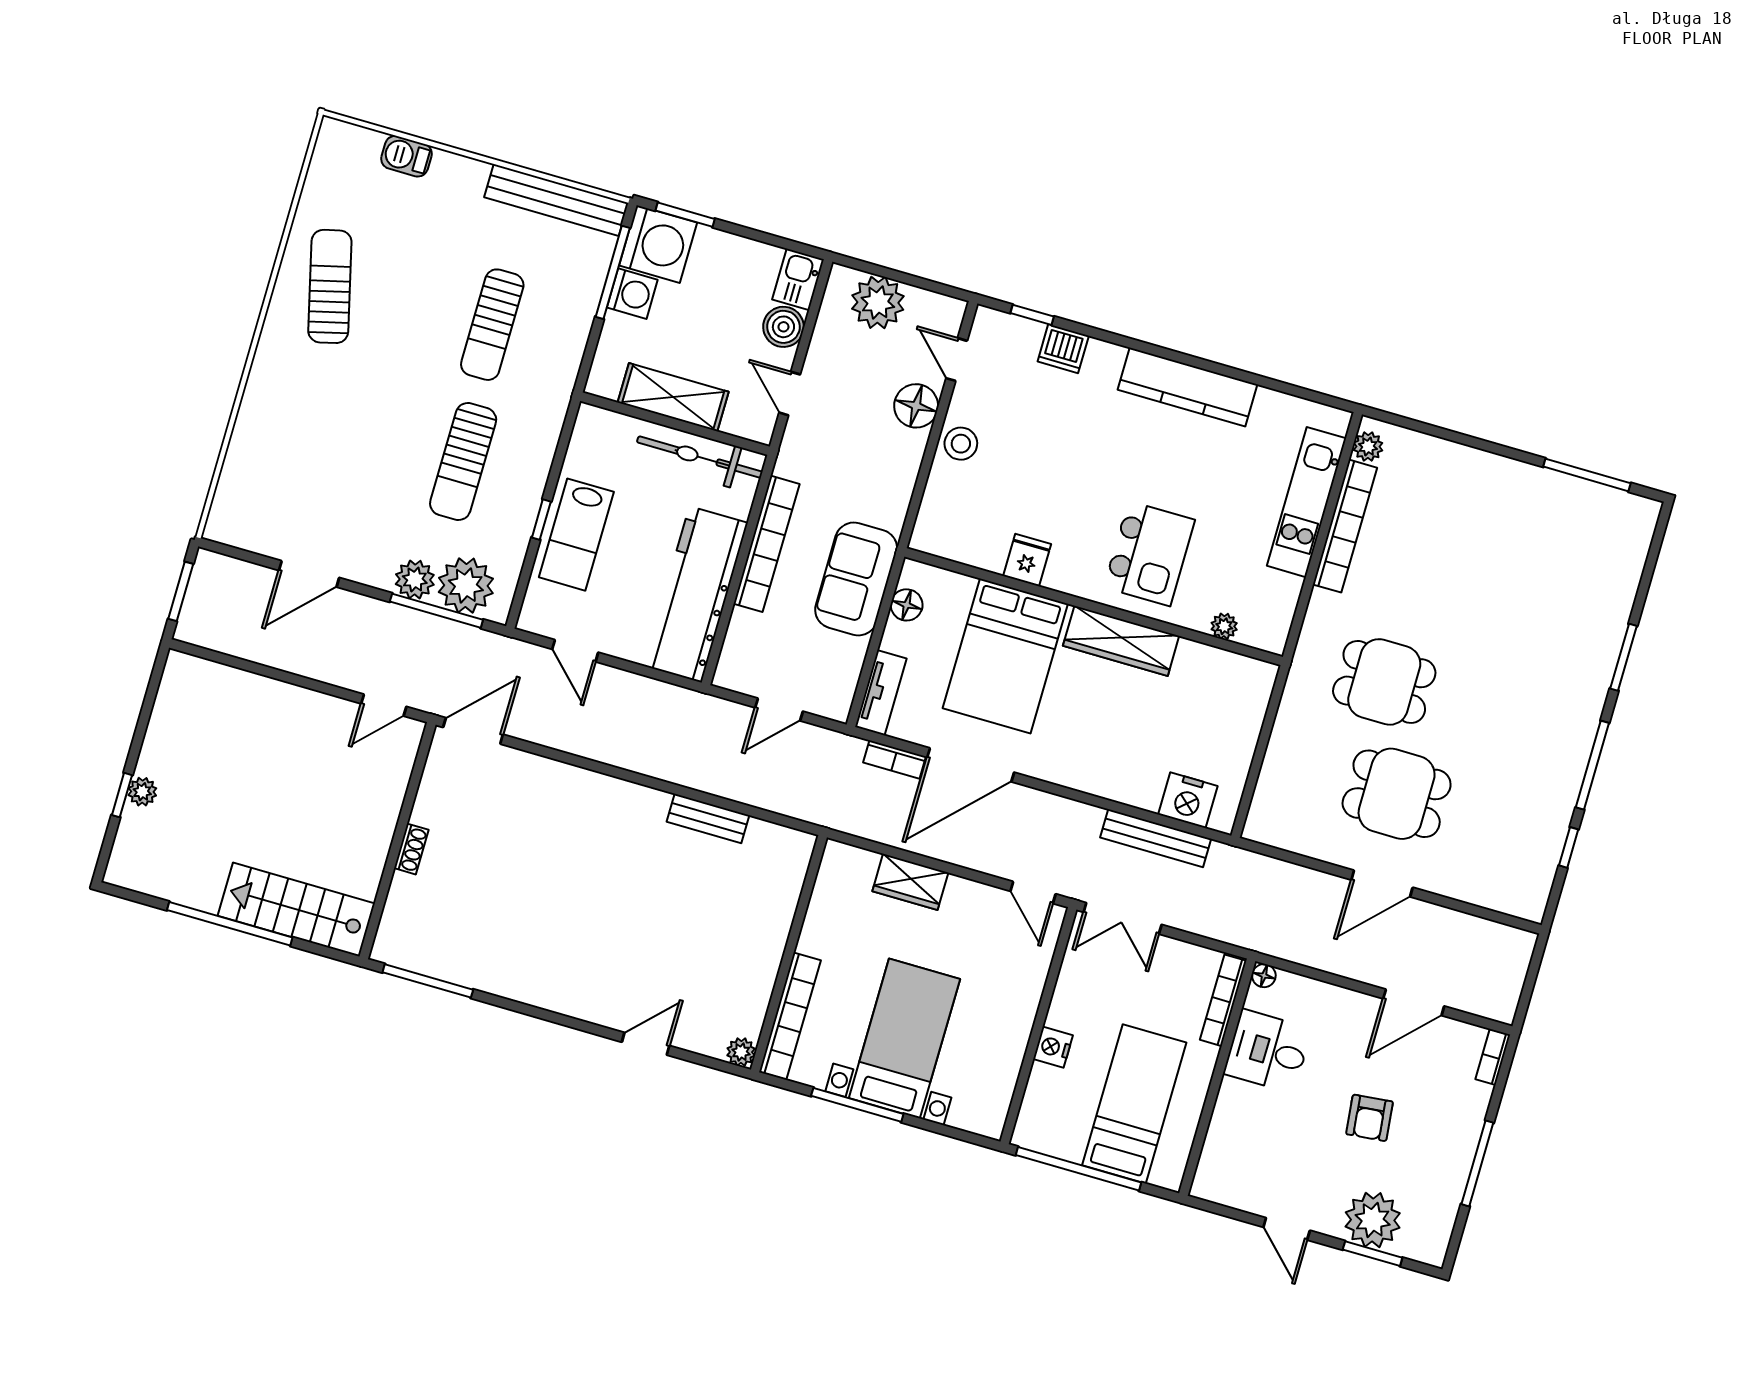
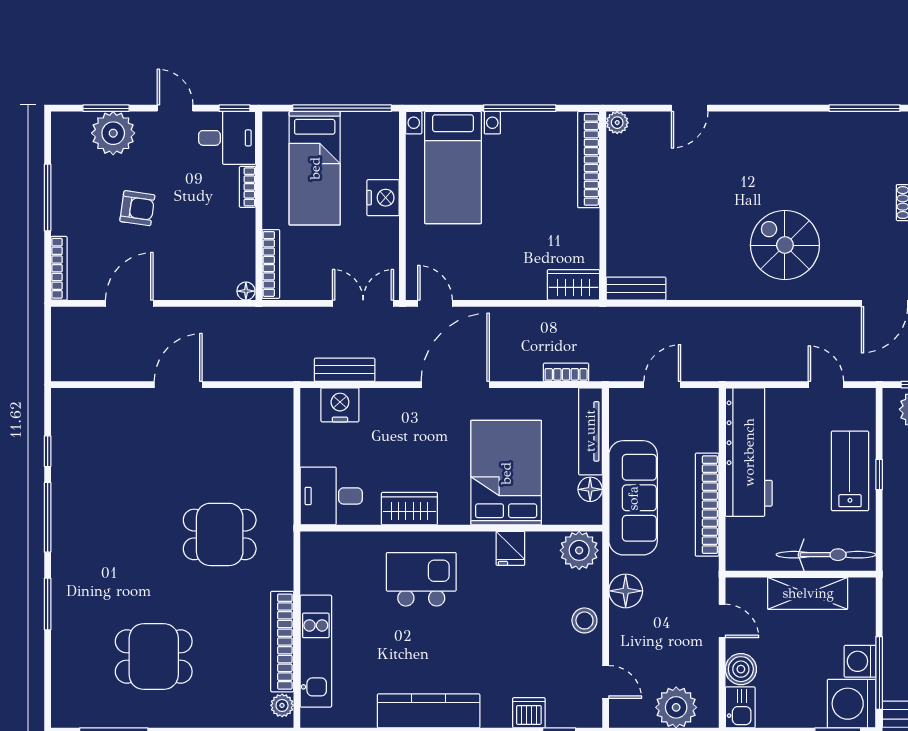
floor lamp: (916, 406) -> (626, 591), moved
bicycle: (700, 457) -> (826, 555), moved
kitchen island: (1149, 554) -> (421, 579), turned 90
sofa: (856, 579) -> (633, 498), width x1.36
plant: (1224, 626) -> (579, 550), moved, width x1.87, depth x1.87
wardrobe: (1121, 641) -> (409, 509), width x0.67
desk: (1232, 690) -> (331, 496), added
tv unit: (881, 693) -> (590, 431), width x1.41
door: (971, 765) -> (455, 385), moved
dining table: (1397, 794) -> (154, 657), moved
bench: (708, 818) -> (636, 289), moved
bench: (1156, 838) -> (345, 370), width x0.73
spiral stairs: (576, 839) -> (785, 245), added
wardrobe: (910, 882) -> (573, 285), moved
bed with nightstands: (904, 1038) -> (453, 168), moved
nightstand: (1053, 1047) -> (383, 198), width x1.36, depth x1.33
desk: (1268, 1051) -> (227, 138), moved
bookcase: (1493, 1057) -> (59, 268), width x1.56
bookcase: (1225, 1105) -> (247, 187), added
armchair: (1369, 1118) -> (137, 208), turned 104
window: (1212, 1207) -> (235, 108), added

